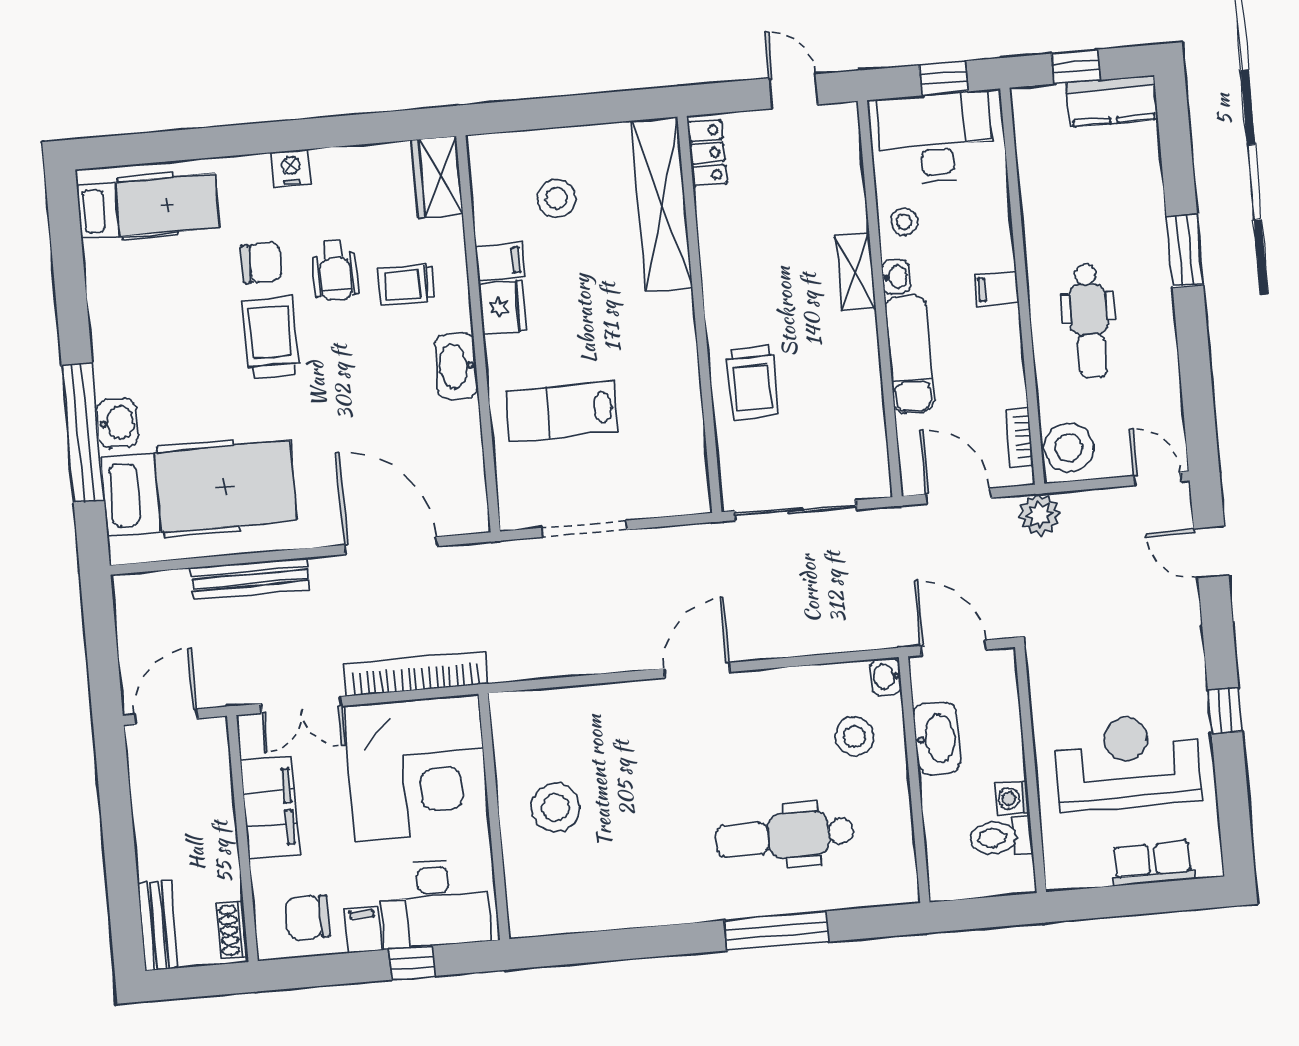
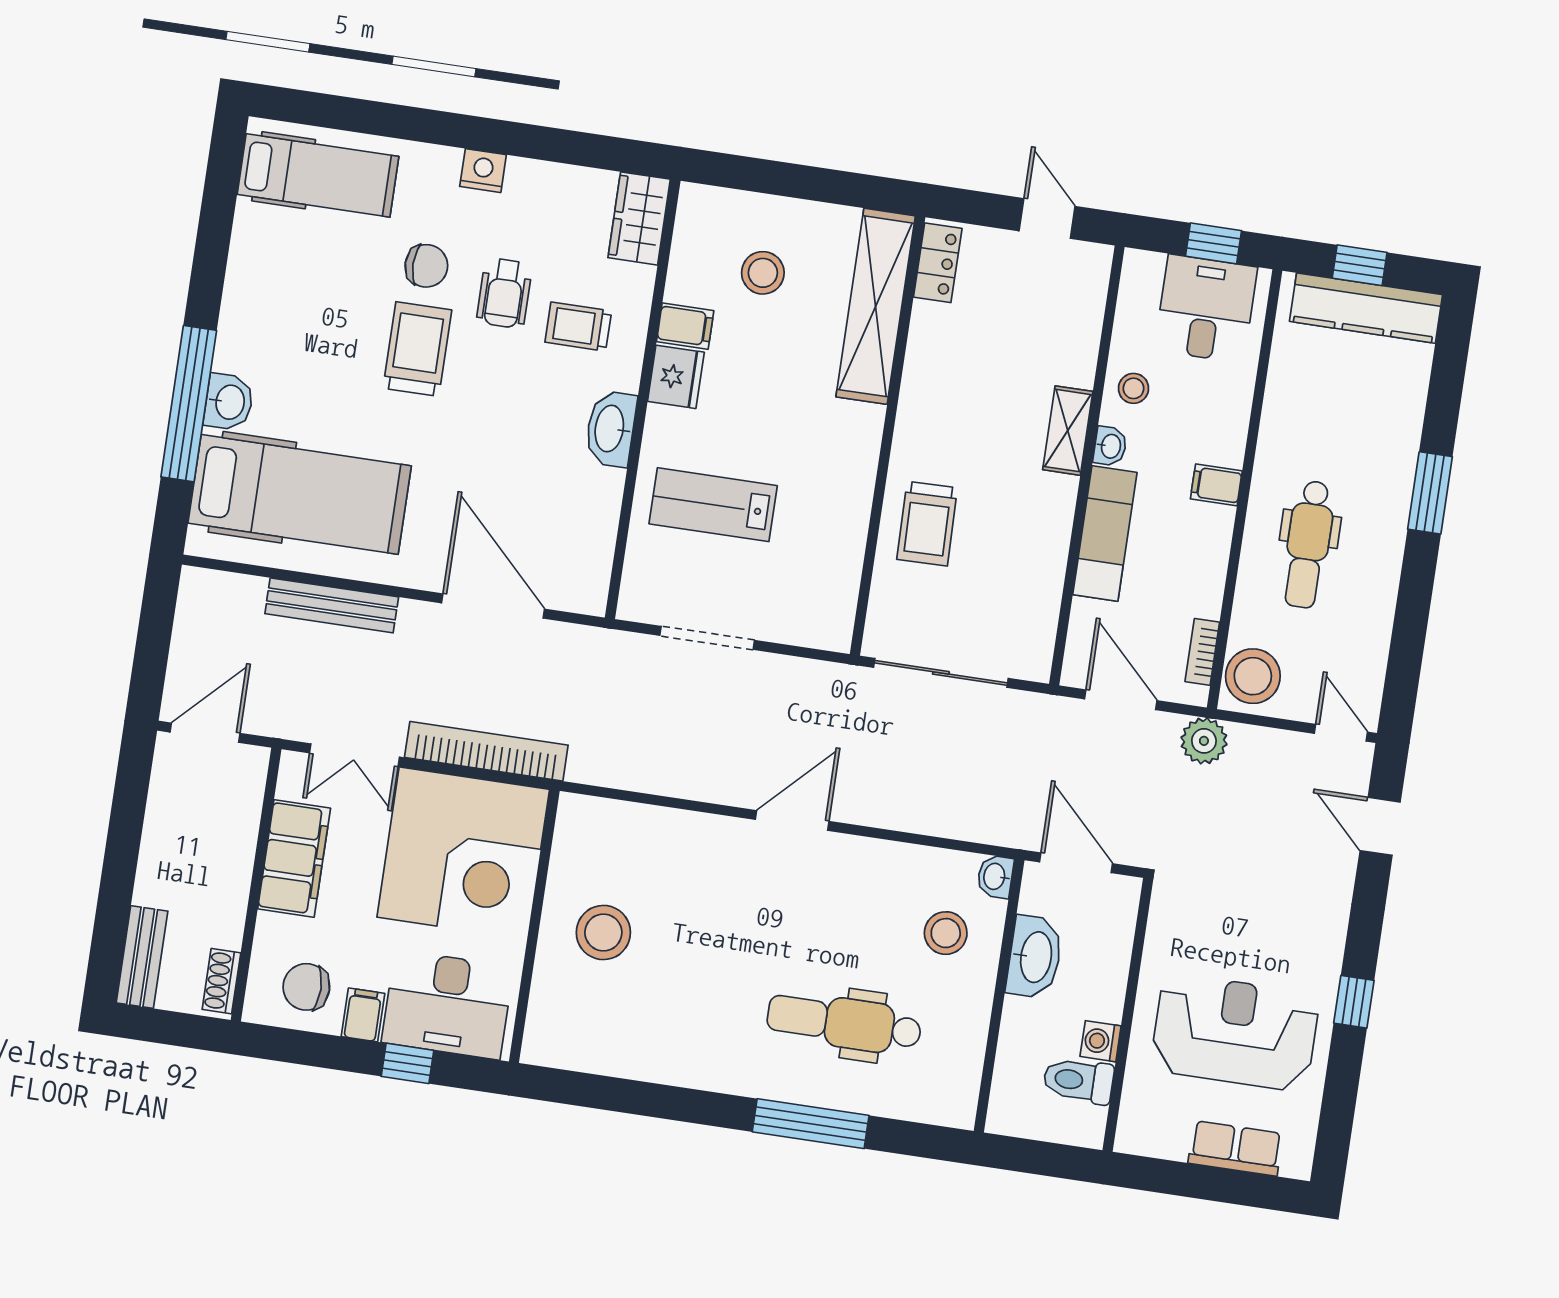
kitchen counter: (1112, 101) -> (1366, 308), width x1.50
desk: (936, 138) -> (1206, 309), width x0.73

